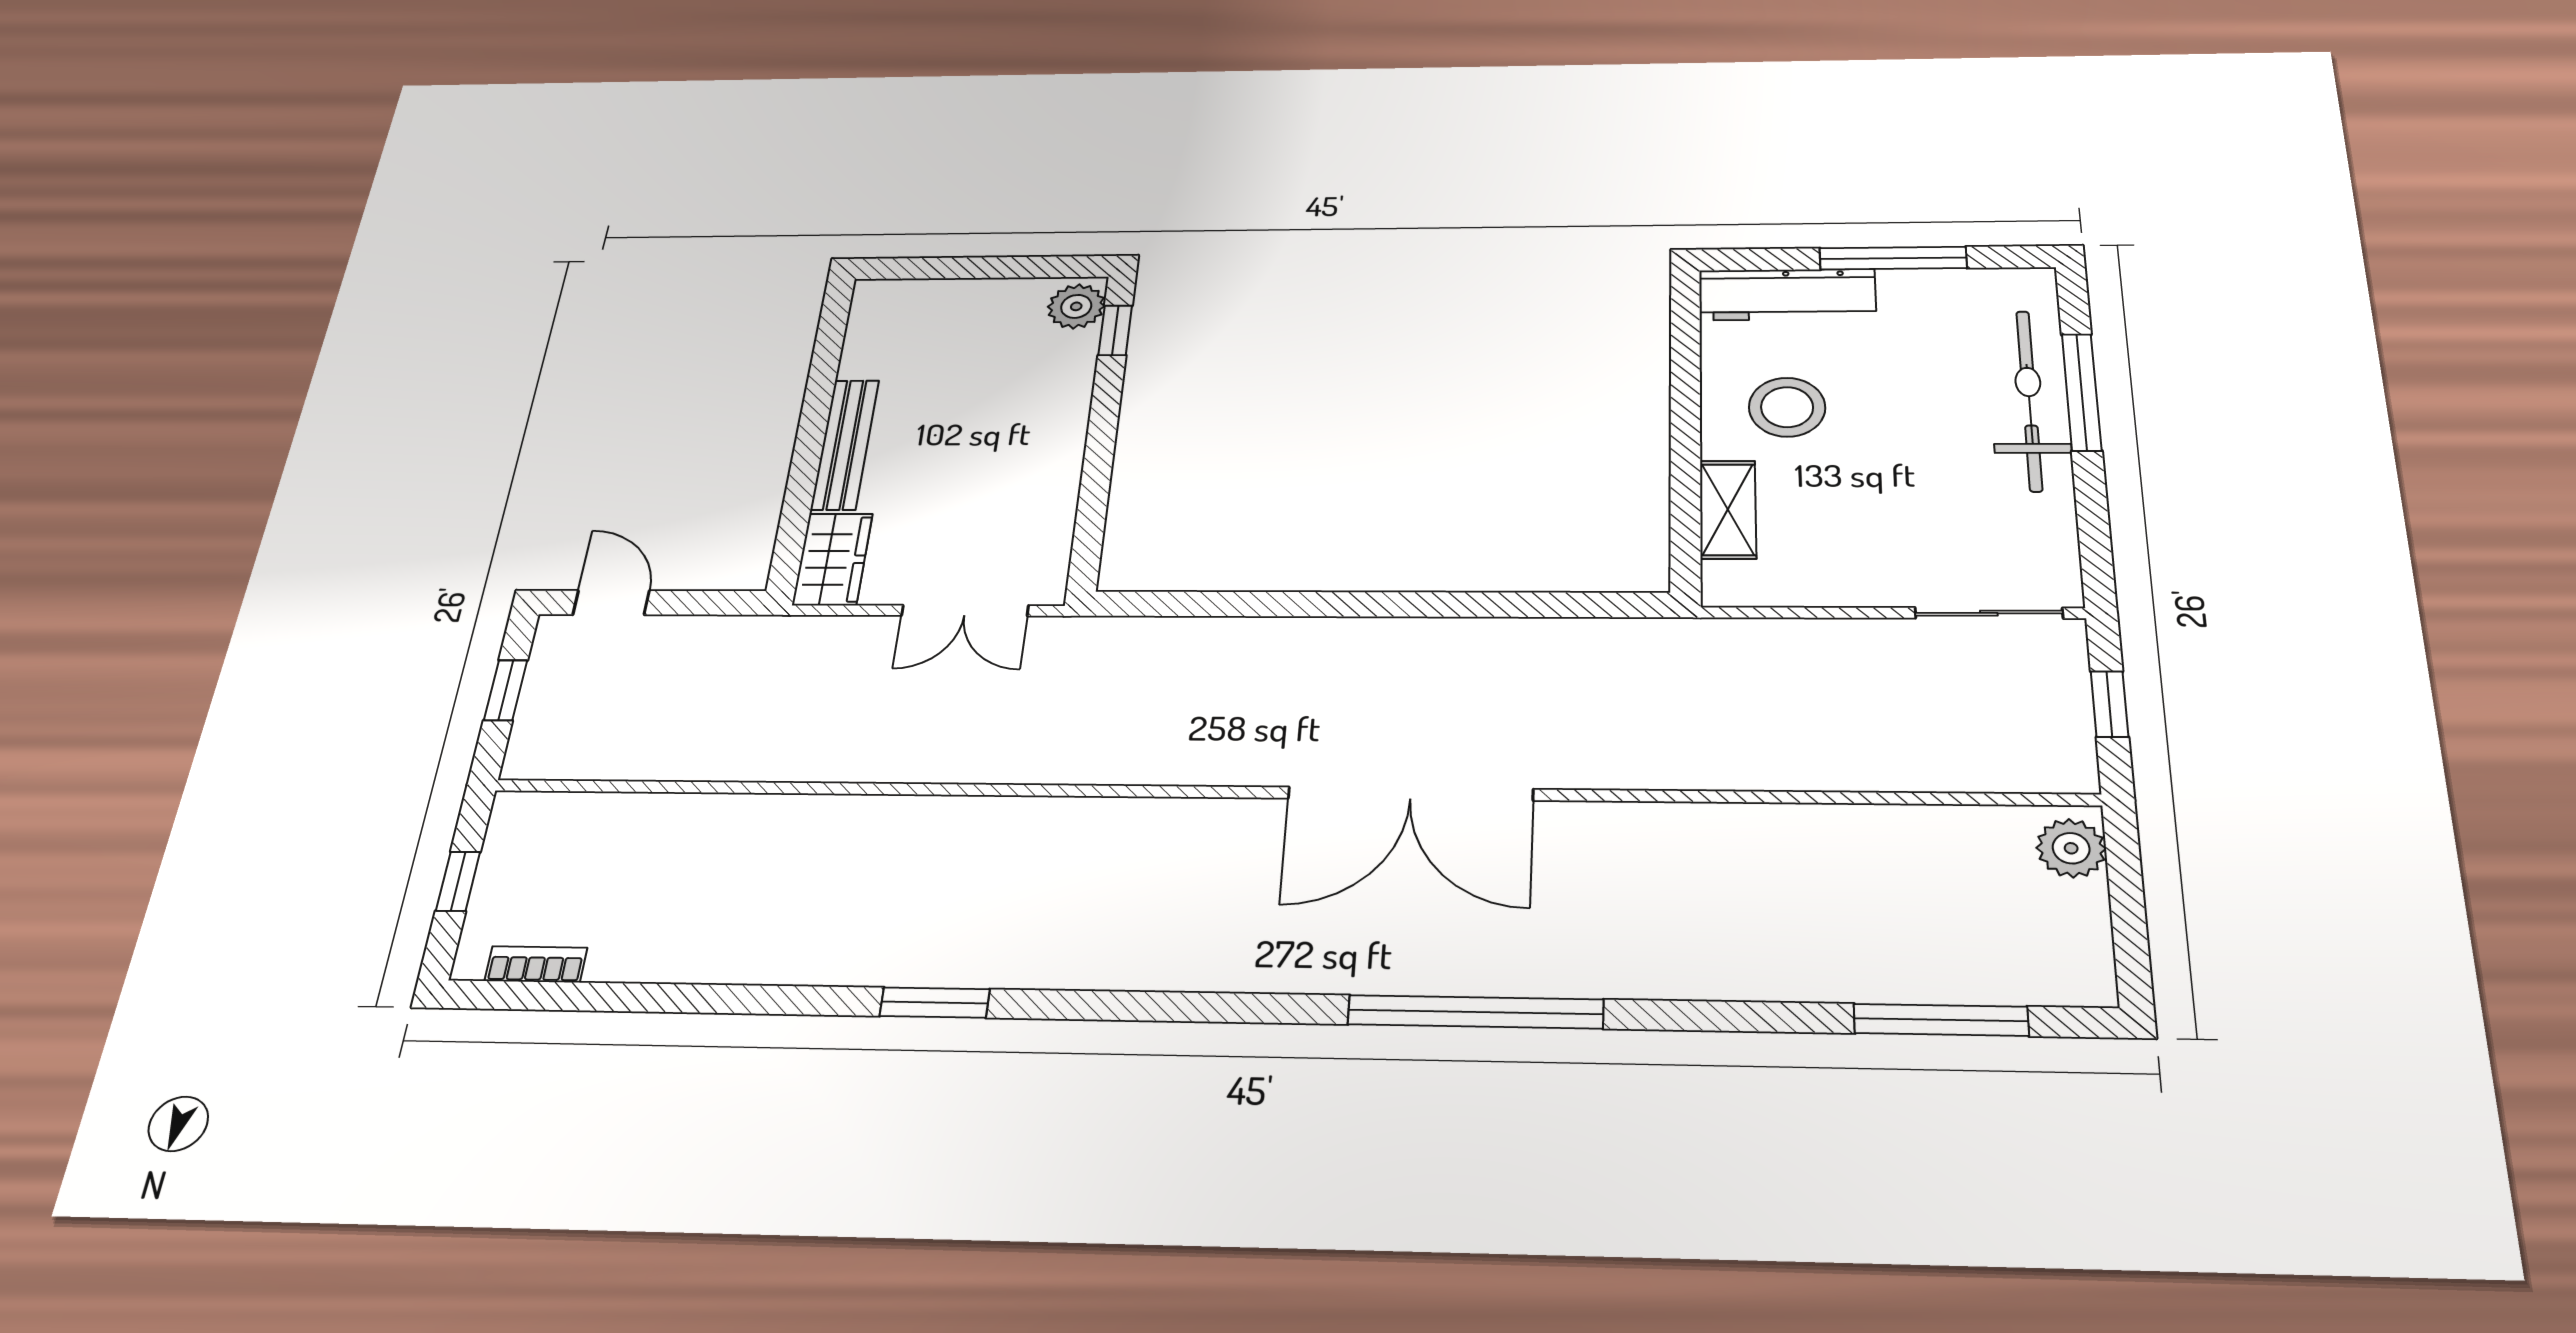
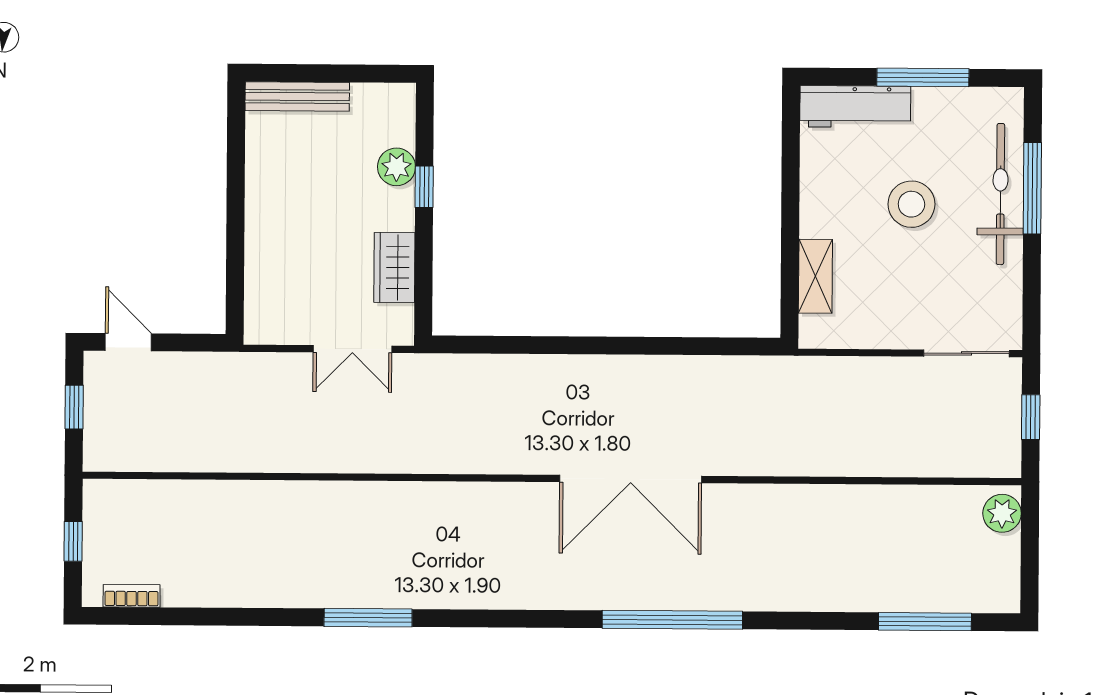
plant: (1076, 306) -> (396, 167), moved
window: (1115, 330) -> (424, 187), moved
stool: (1787, 407) -> (911, 204), moved
bench: (845, 445) -> (297, 97), moved, turned 90
wardrobe: (833, 559) -> (394, 268), moved, turned 180
window: (935, 1003) -> (368, 618), width x1.44

